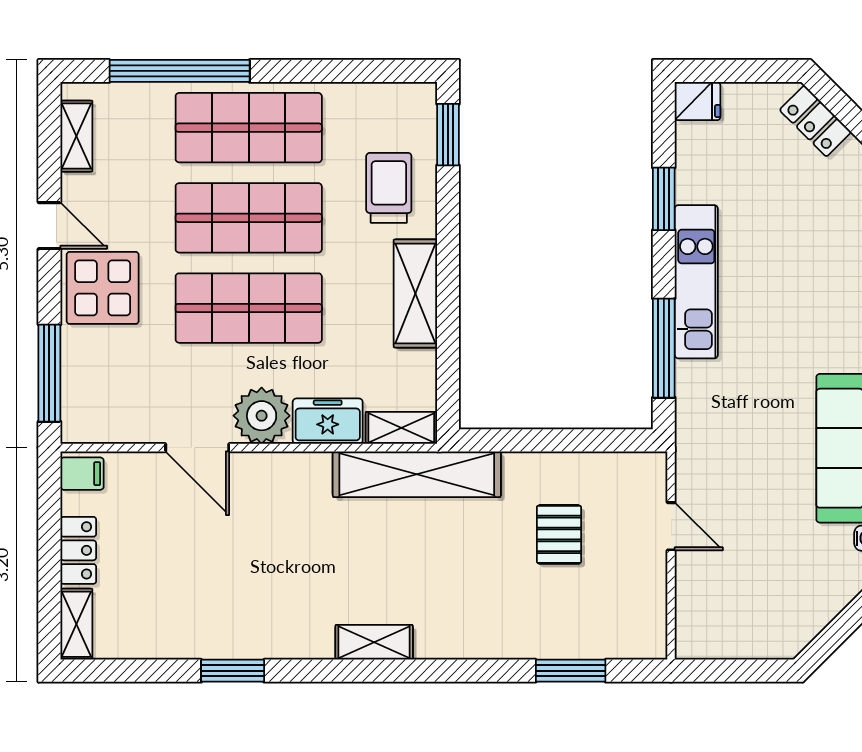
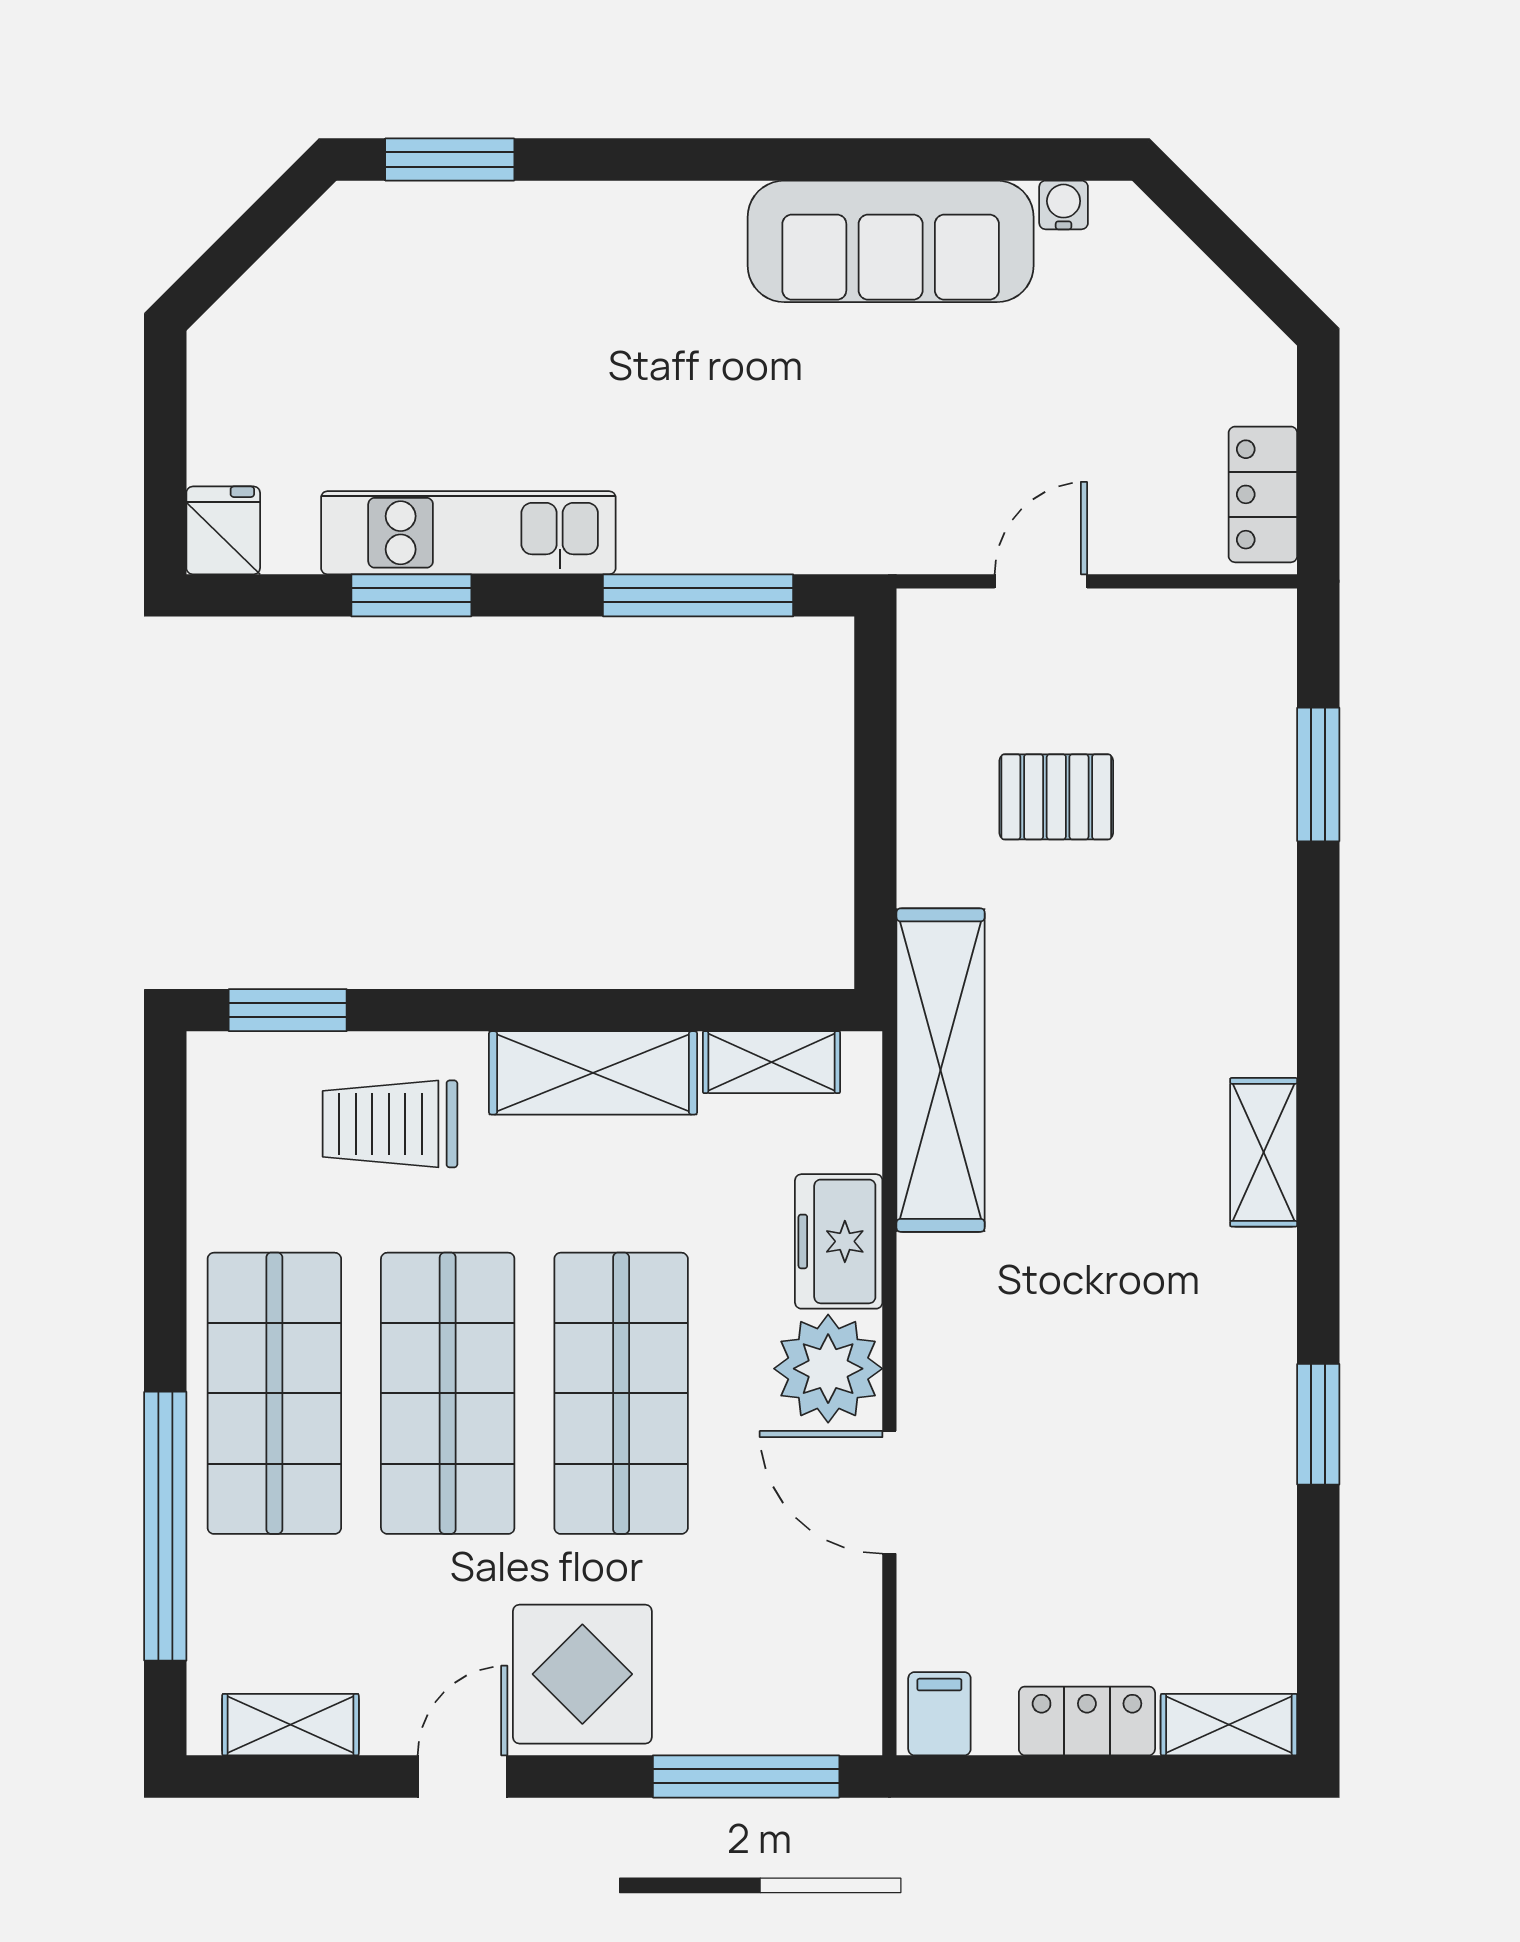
locker: (815, 121) -> (1263, 494), moved, turned 135
kitchen unit: (696, 282) -> (468, 533), moved
shelving: (401, 428) -> (771, 1062), moved, turned 90
door: (197, 448) -> (889, 1492), swing flipped

